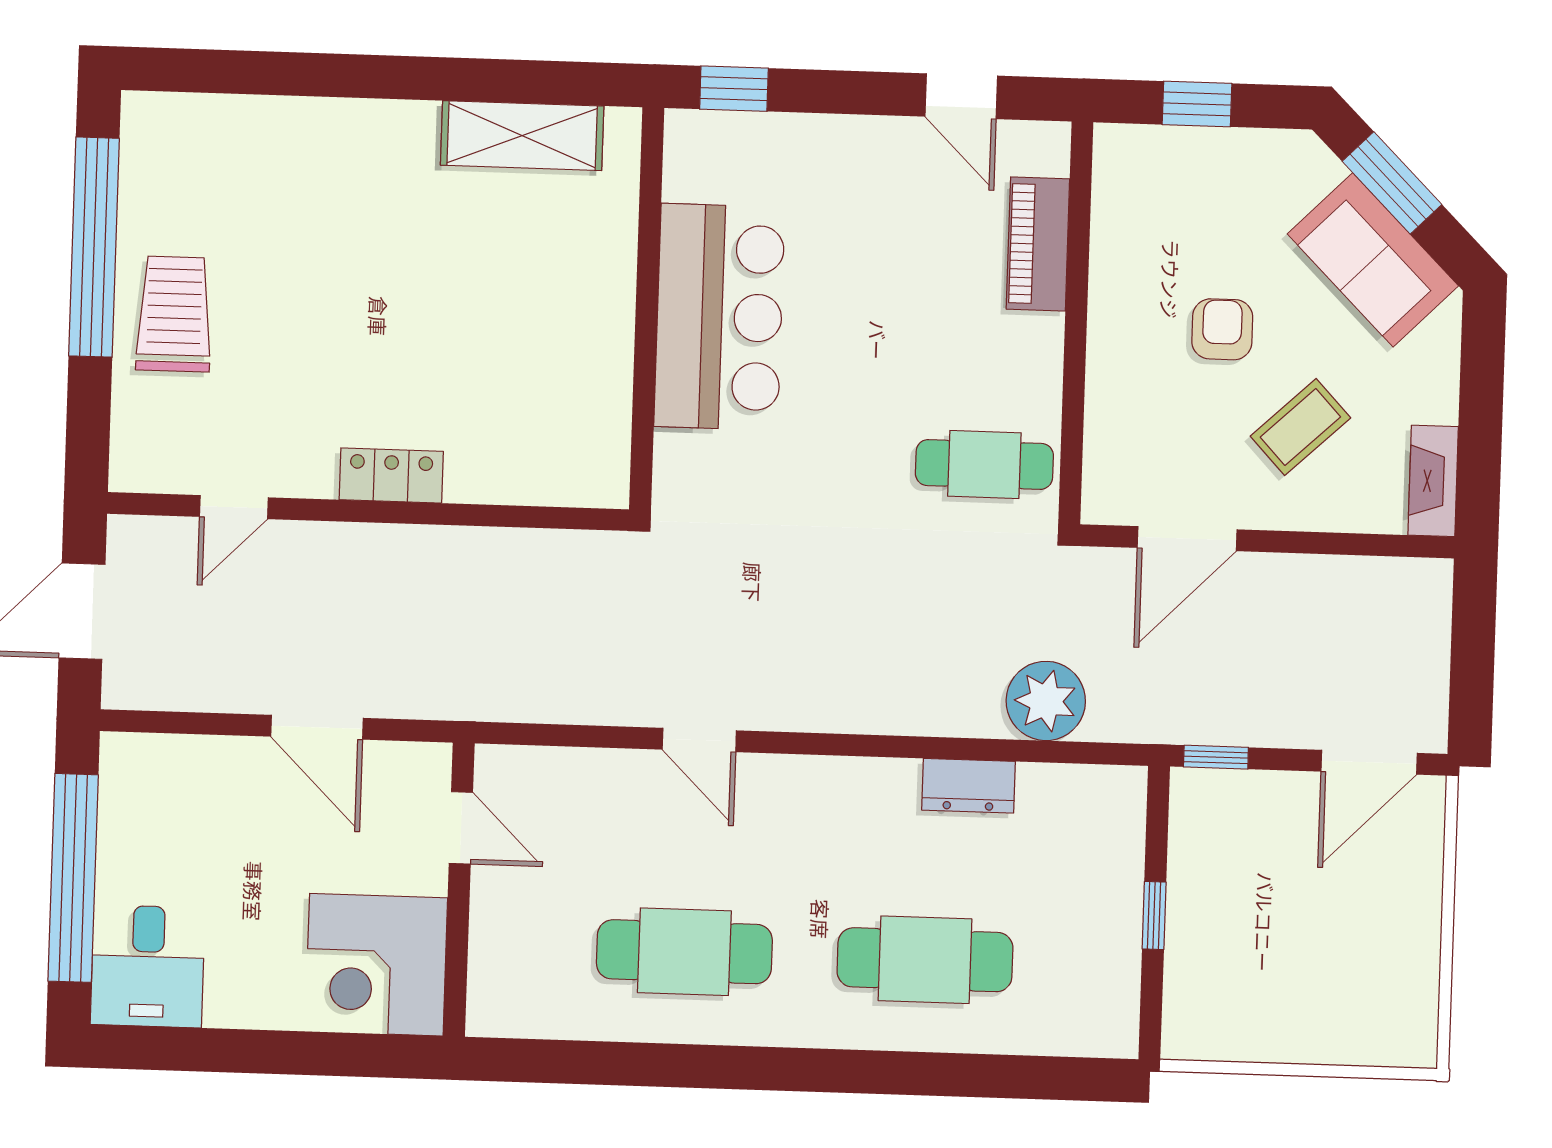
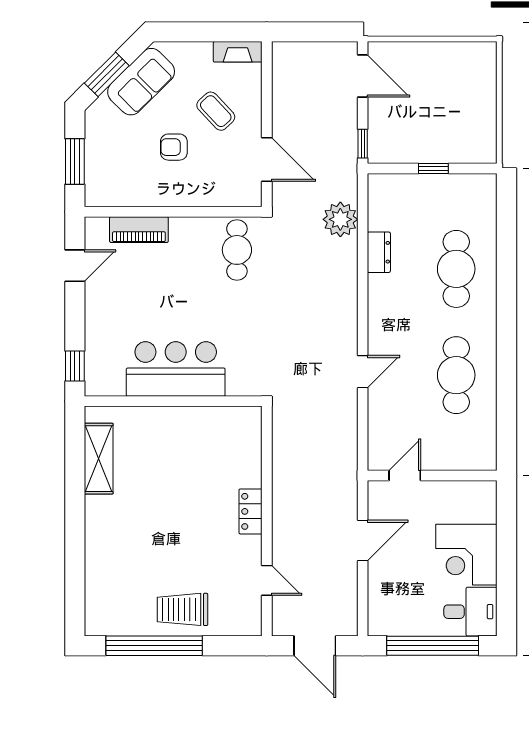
window: (1197, 104) -> (75, 161), width x1.50
corner desk: (376, 965) -> (466, 555), moved, turned 90

